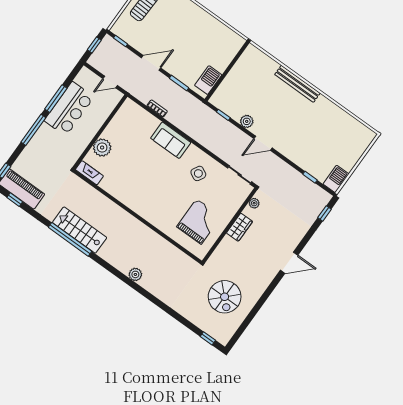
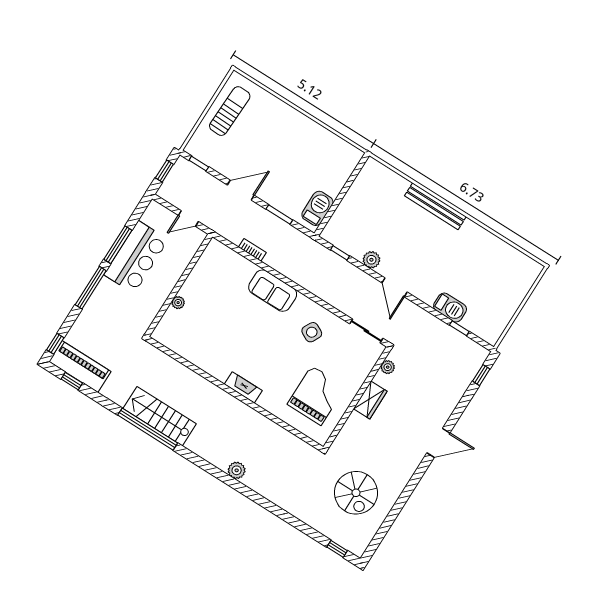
door: (263, 143) -> (395, 287), hinge flipped
plant: (102, 148) -> (178, 303), width x0.53, depth x0.53
fireplace: (89, 173) -> (243, 387), moved
barbecue: (336, 179) -> (450, 308), moved, turned 90

